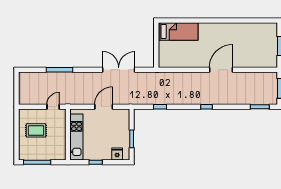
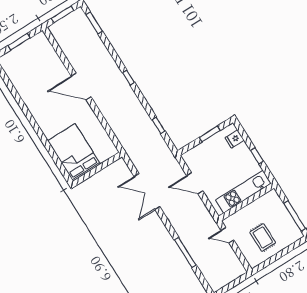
bed: (178, 31) -> (74, 152), width x1.50

